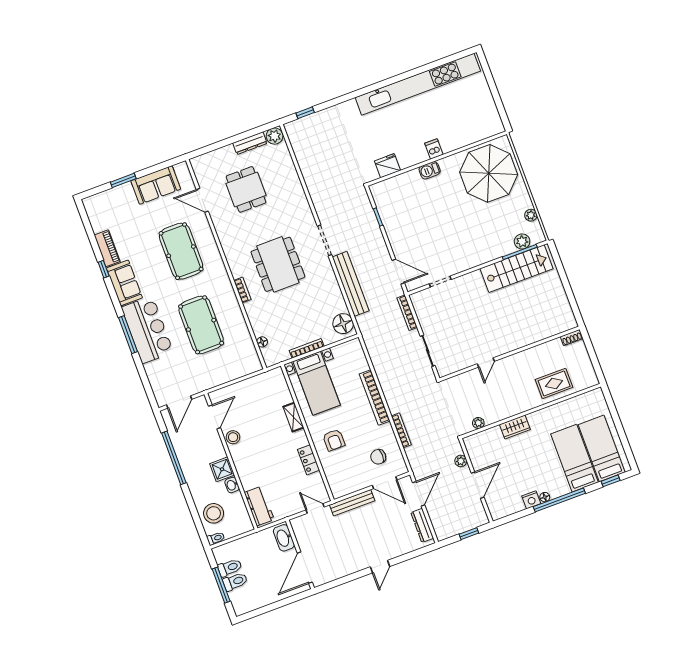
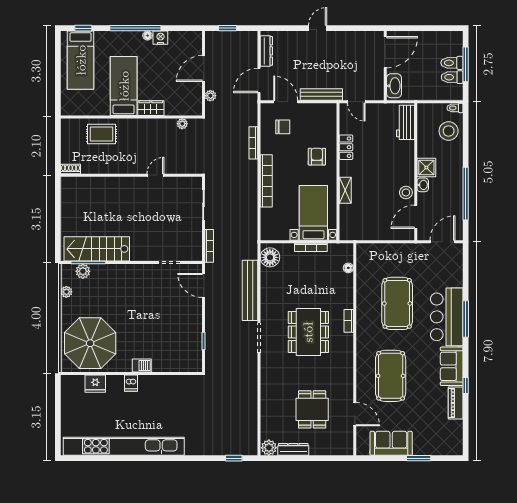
fridge: (387, 166) -> (95, 384), moved
bed: (574, 458) -> (124, 86), moved, turned 180
washbasin: (232, 485) -> (423, 185), moved

